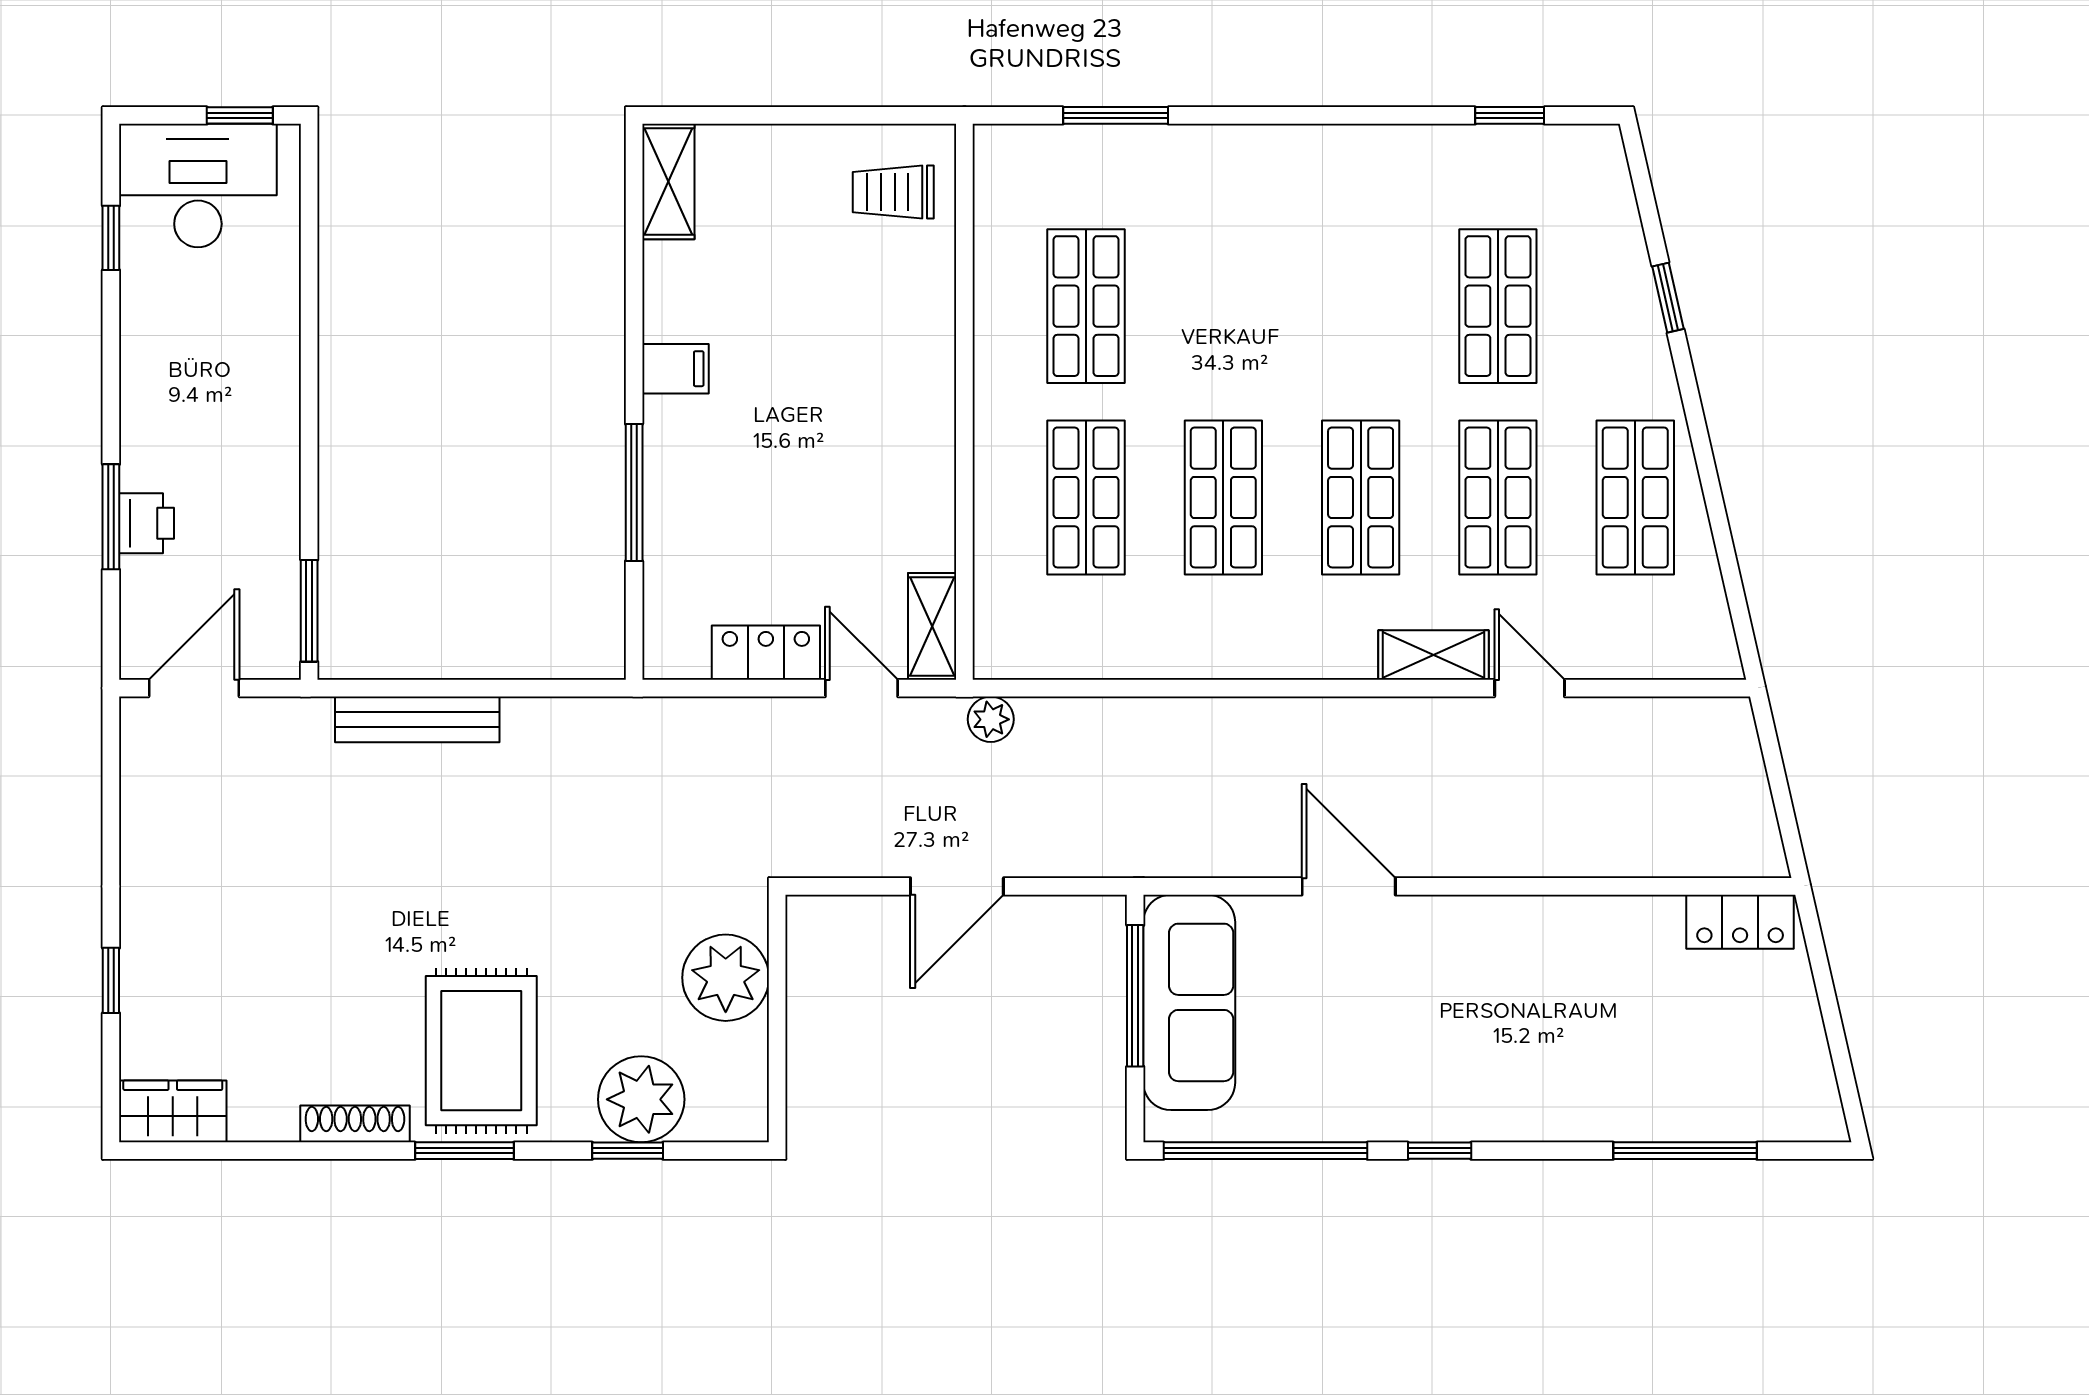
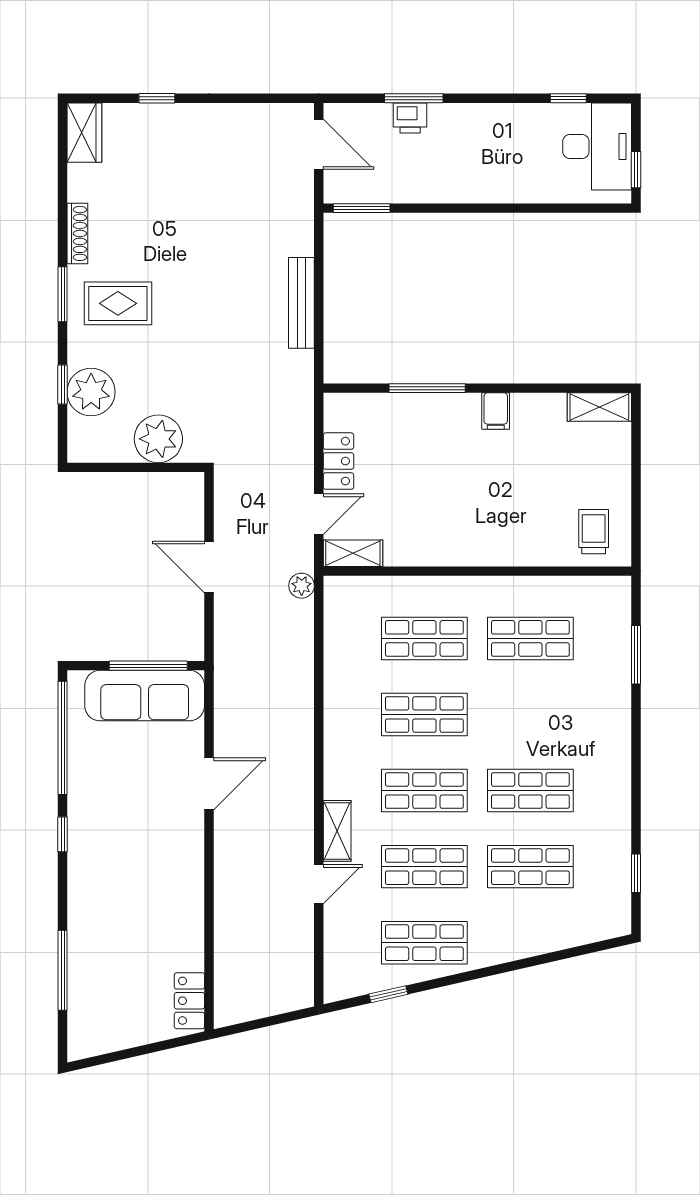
window: (1668, 298) -> (388, 994), moved
shop shelf: (1361, 306) -> (530, 791), added
bench: (417, 719) -> (301, 303), moved
rug: (481, 1051) -> (118, 303), width x0.73, depth x0.70

